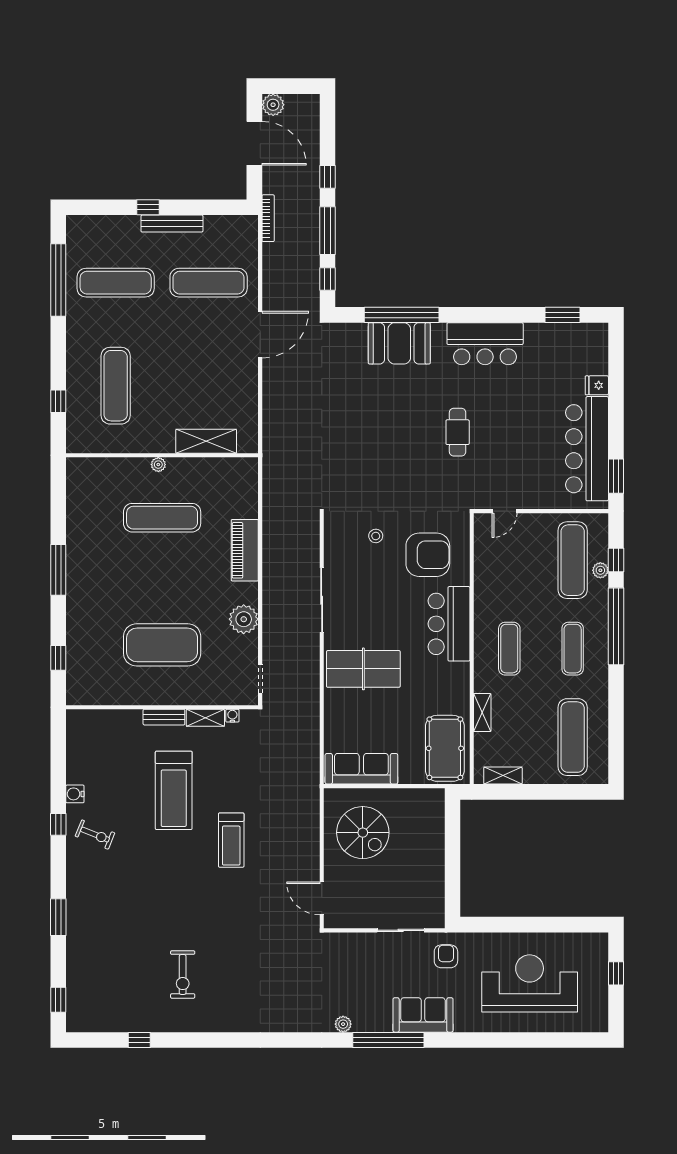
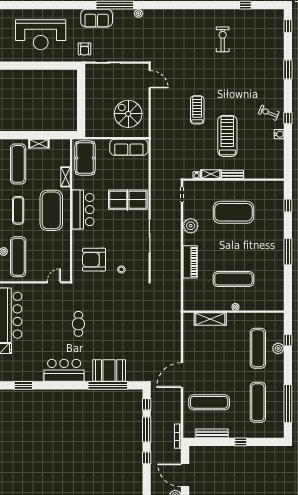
bench: (172, 224) -> (212, 433), moved
exercise mat: (116, 283) -> (258, 402), turned 90
plant: (77, 385) -> (278, 348), added
bar counter: (449, 624) -> (83, 210), moved
exercise mat: (509, 649) -> (51, 210), width x2.00, depth x1.45
shelving: (503, 776) -> (39, 144), moved

